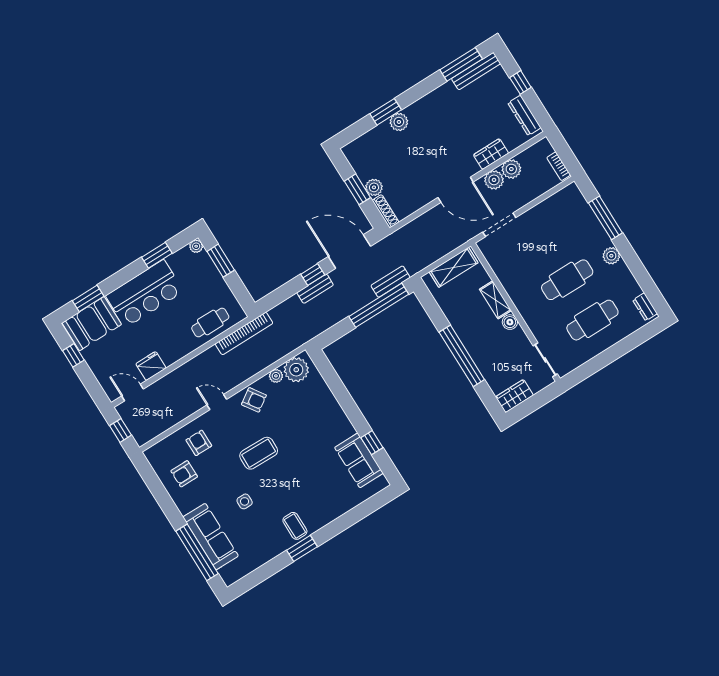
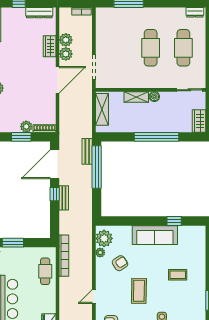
plant: (611, 256) -> (153, 13), removed
armchair: (254, 400) -> (120, 263), moved
sofa: (359, 460) -> (155, 235), moved, width x1.36
coffee table: (295, 526) -> (178, 275), moved

